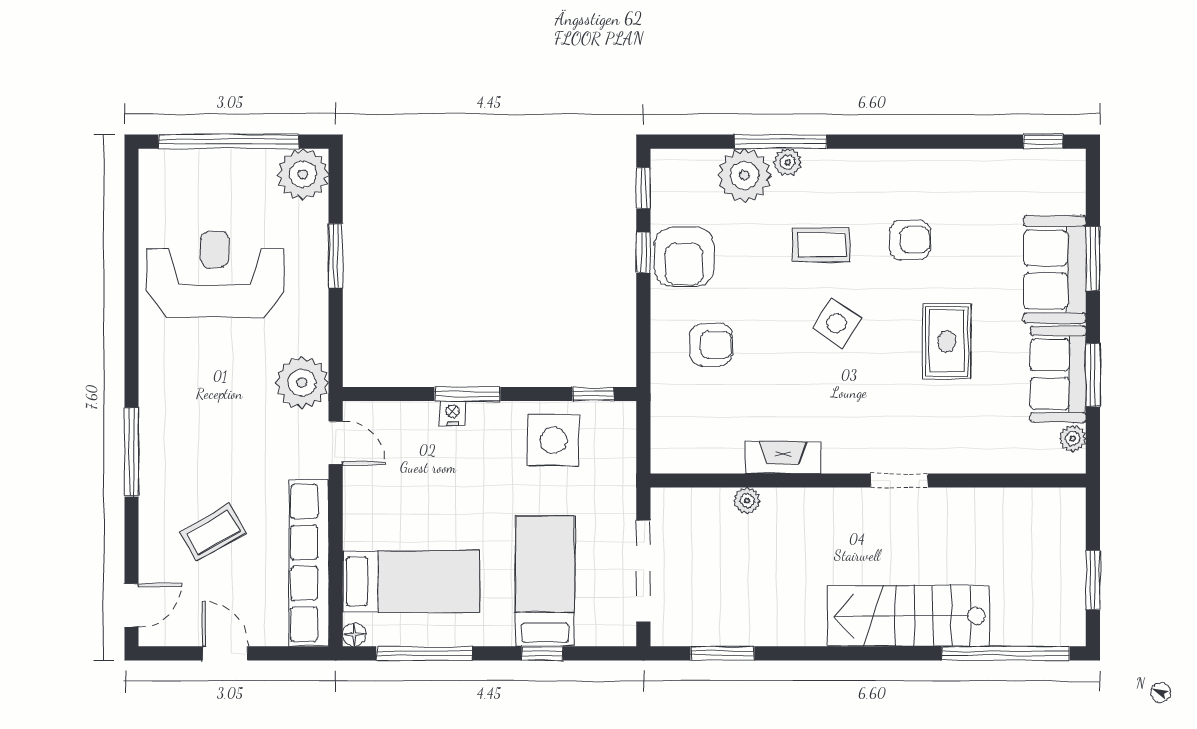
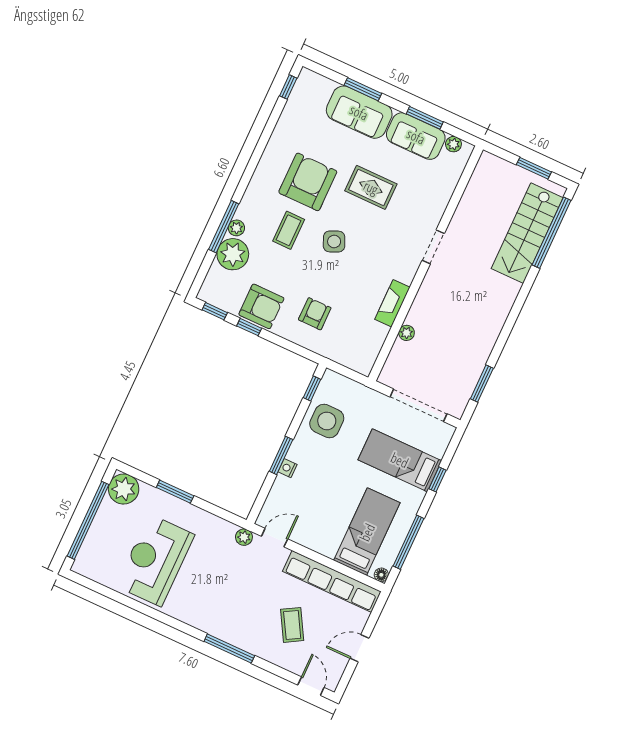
armchair: (910, 240) -> (308, 182), width x1.88, depth x1.88
side table: (837, 323) -> (334, 241), turned 33
plant: (302, 383) -> (244, 537), width x0.53, depth x0.53
stairs: (909, 616) -> (527, 233), moved

